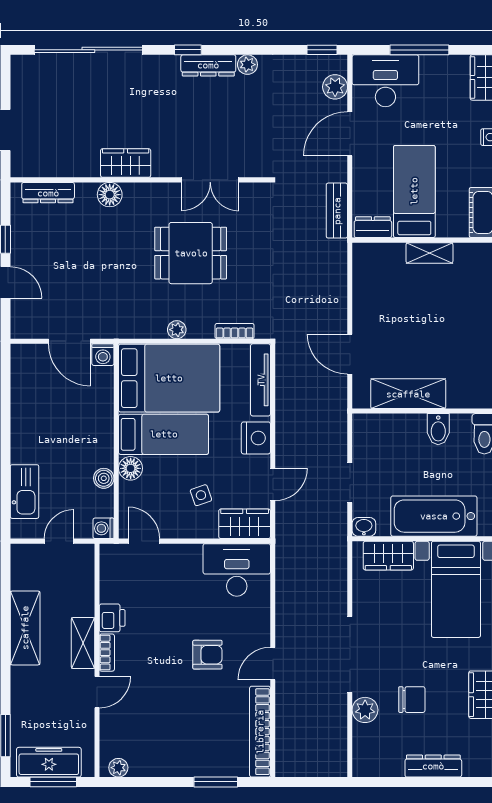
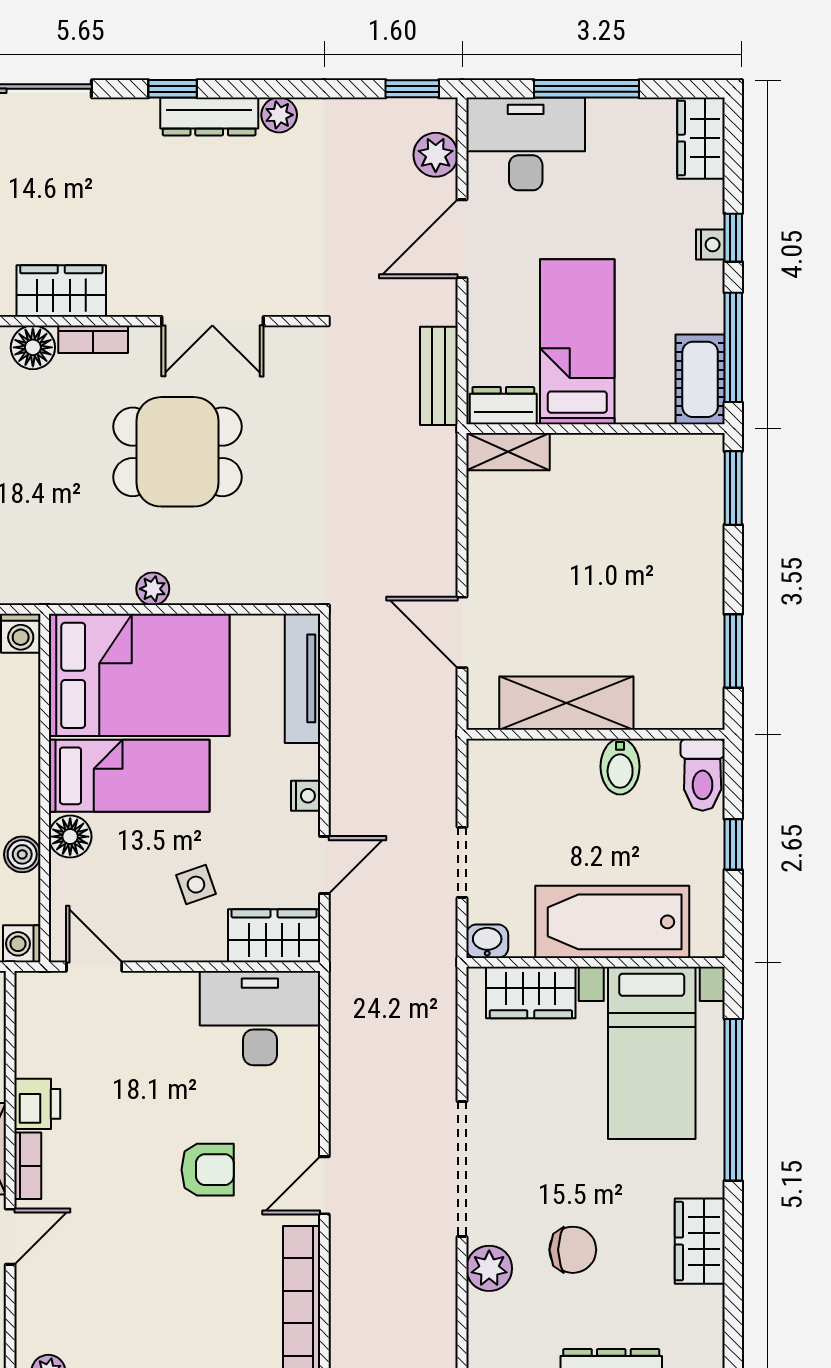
shelving: (429, 253) -> (508, 452), moved
bookcase: (235, 331) -> (93, 339), moved, turned 180
nightstand: (256, 438) -> (306, 796), width x0.53, depth x0.56

